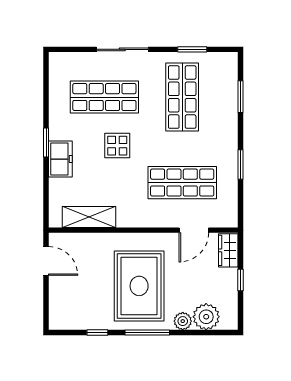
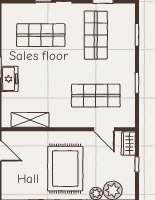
display table: (117, 146) -> (50, 69), removed
door: (194, 230) -> (104, 129), hinge flipped

